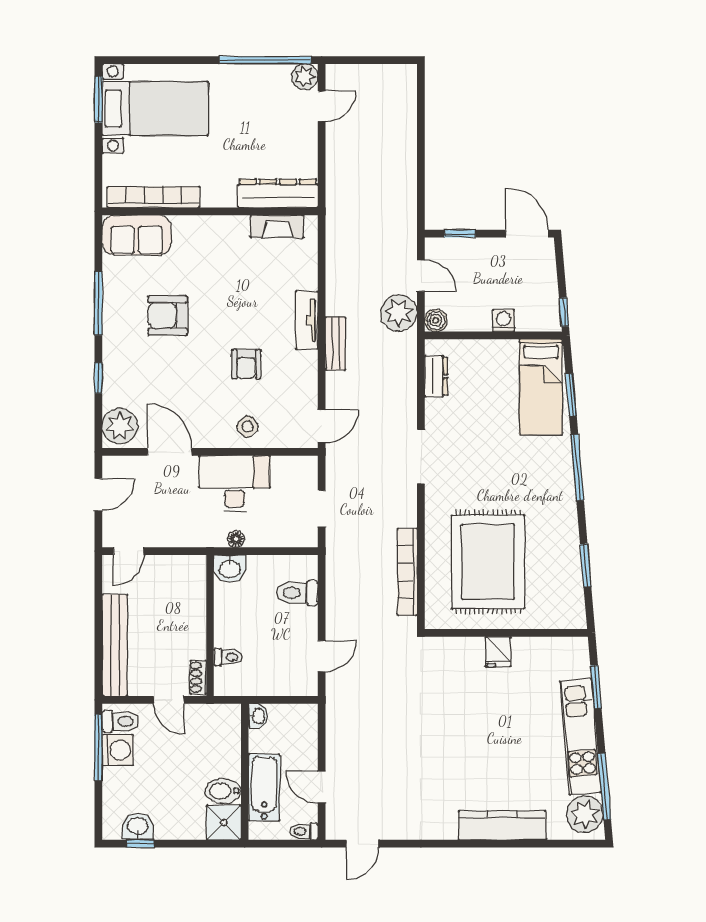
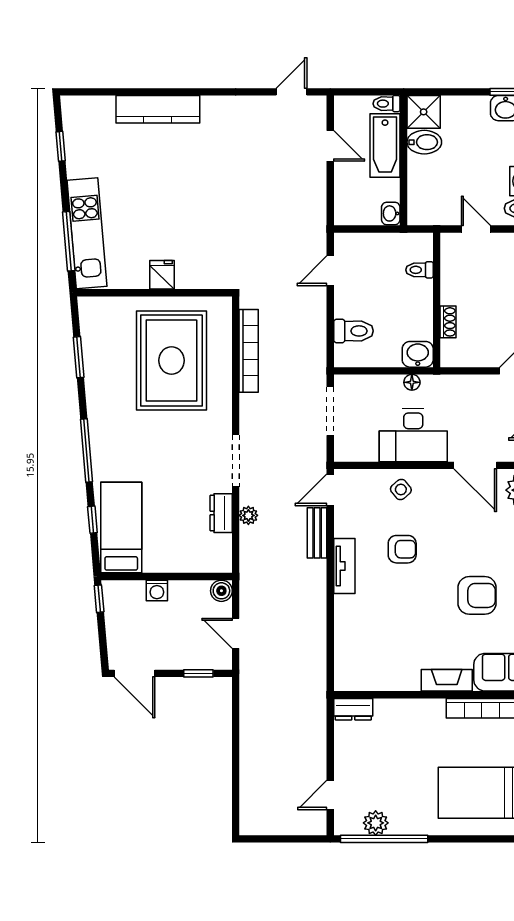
plant: (305, 77) -> (376, 823), moved
dresser: (278, 193) -> (353, 709), width x0.51, depth x0.80
fireplace: (277, 226) -> (447, 680), moved
plant: (399, 313) -> (248, 515), moved, width x0.53, depth x0.53
tv unit: (307, 320) -> (344, 566), moved
bench: (335, 344) -> (317, 533), moved
armchair: (246, 364) -> (402, 549), turned 90
dresser: (436, 376) -> (221, 513), moved
window: (571, 395) -> (92, 520), width x0.67
doorway: (322, 509) -> (330, 411), width x1.38
shoe rack: (198, 677) -> (448, 322), moved
window: (596, 687) -> (69, 241), width x1.44
kitchen unit: (580, 737) -> (87, 233), moved
window: (604, 787) -> (61, 146), width x0.46
plant: (585, 814) -> (79, 120), removed
toilet: (304, 831) -> (387, 104), moved, turned 180

